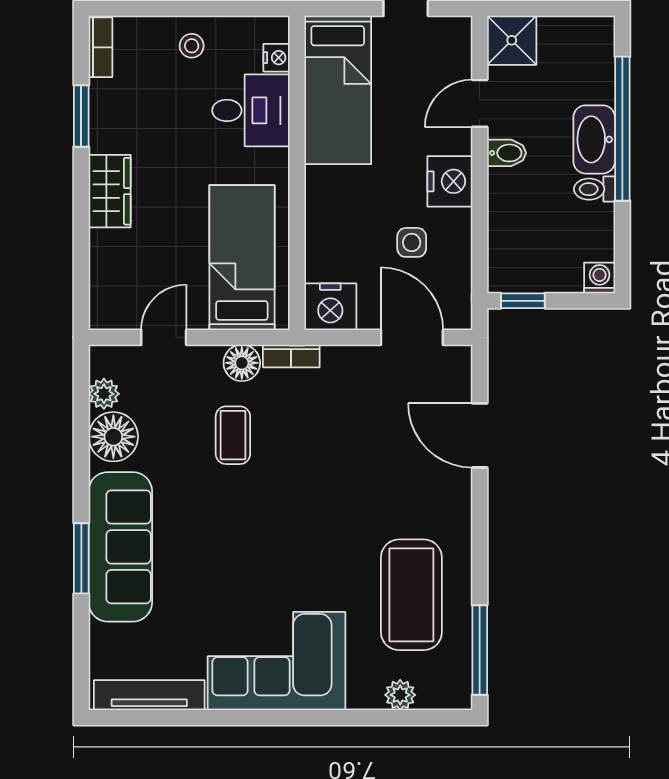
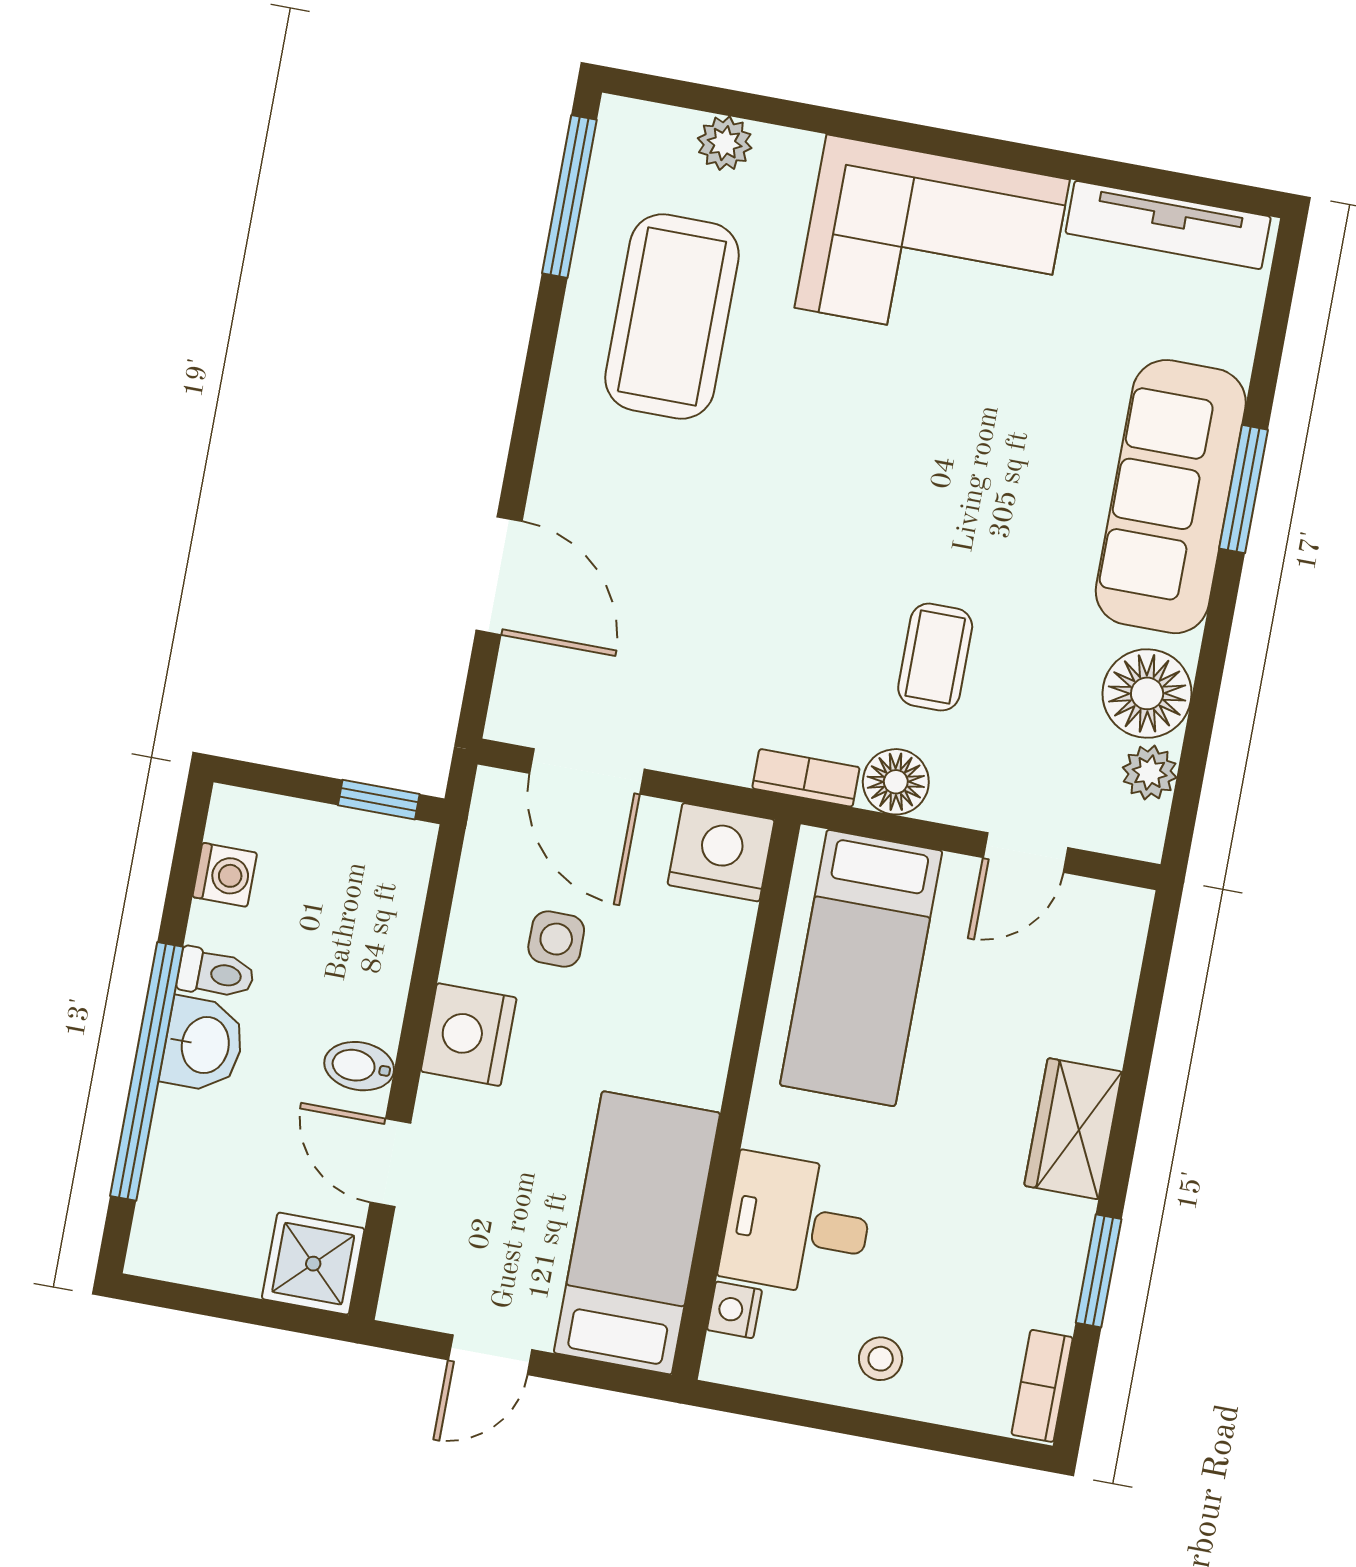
door: (480, 103) -> (390, 1163), swing flipped
washbasin: (594, 139) -> (203, 1045), width x0.72
washing machine: (600, 278) -> (225, 875), moved, turned -90

